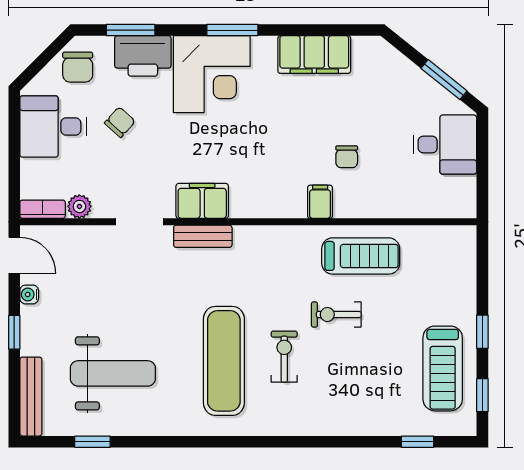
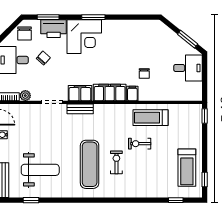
filing cabinet: (314, 55) -> (110, 92), moved, turned 180
treadmill: (361, 256) -> (150, 118), turned 180
window: (482, 332) -> (205, 116), moved

